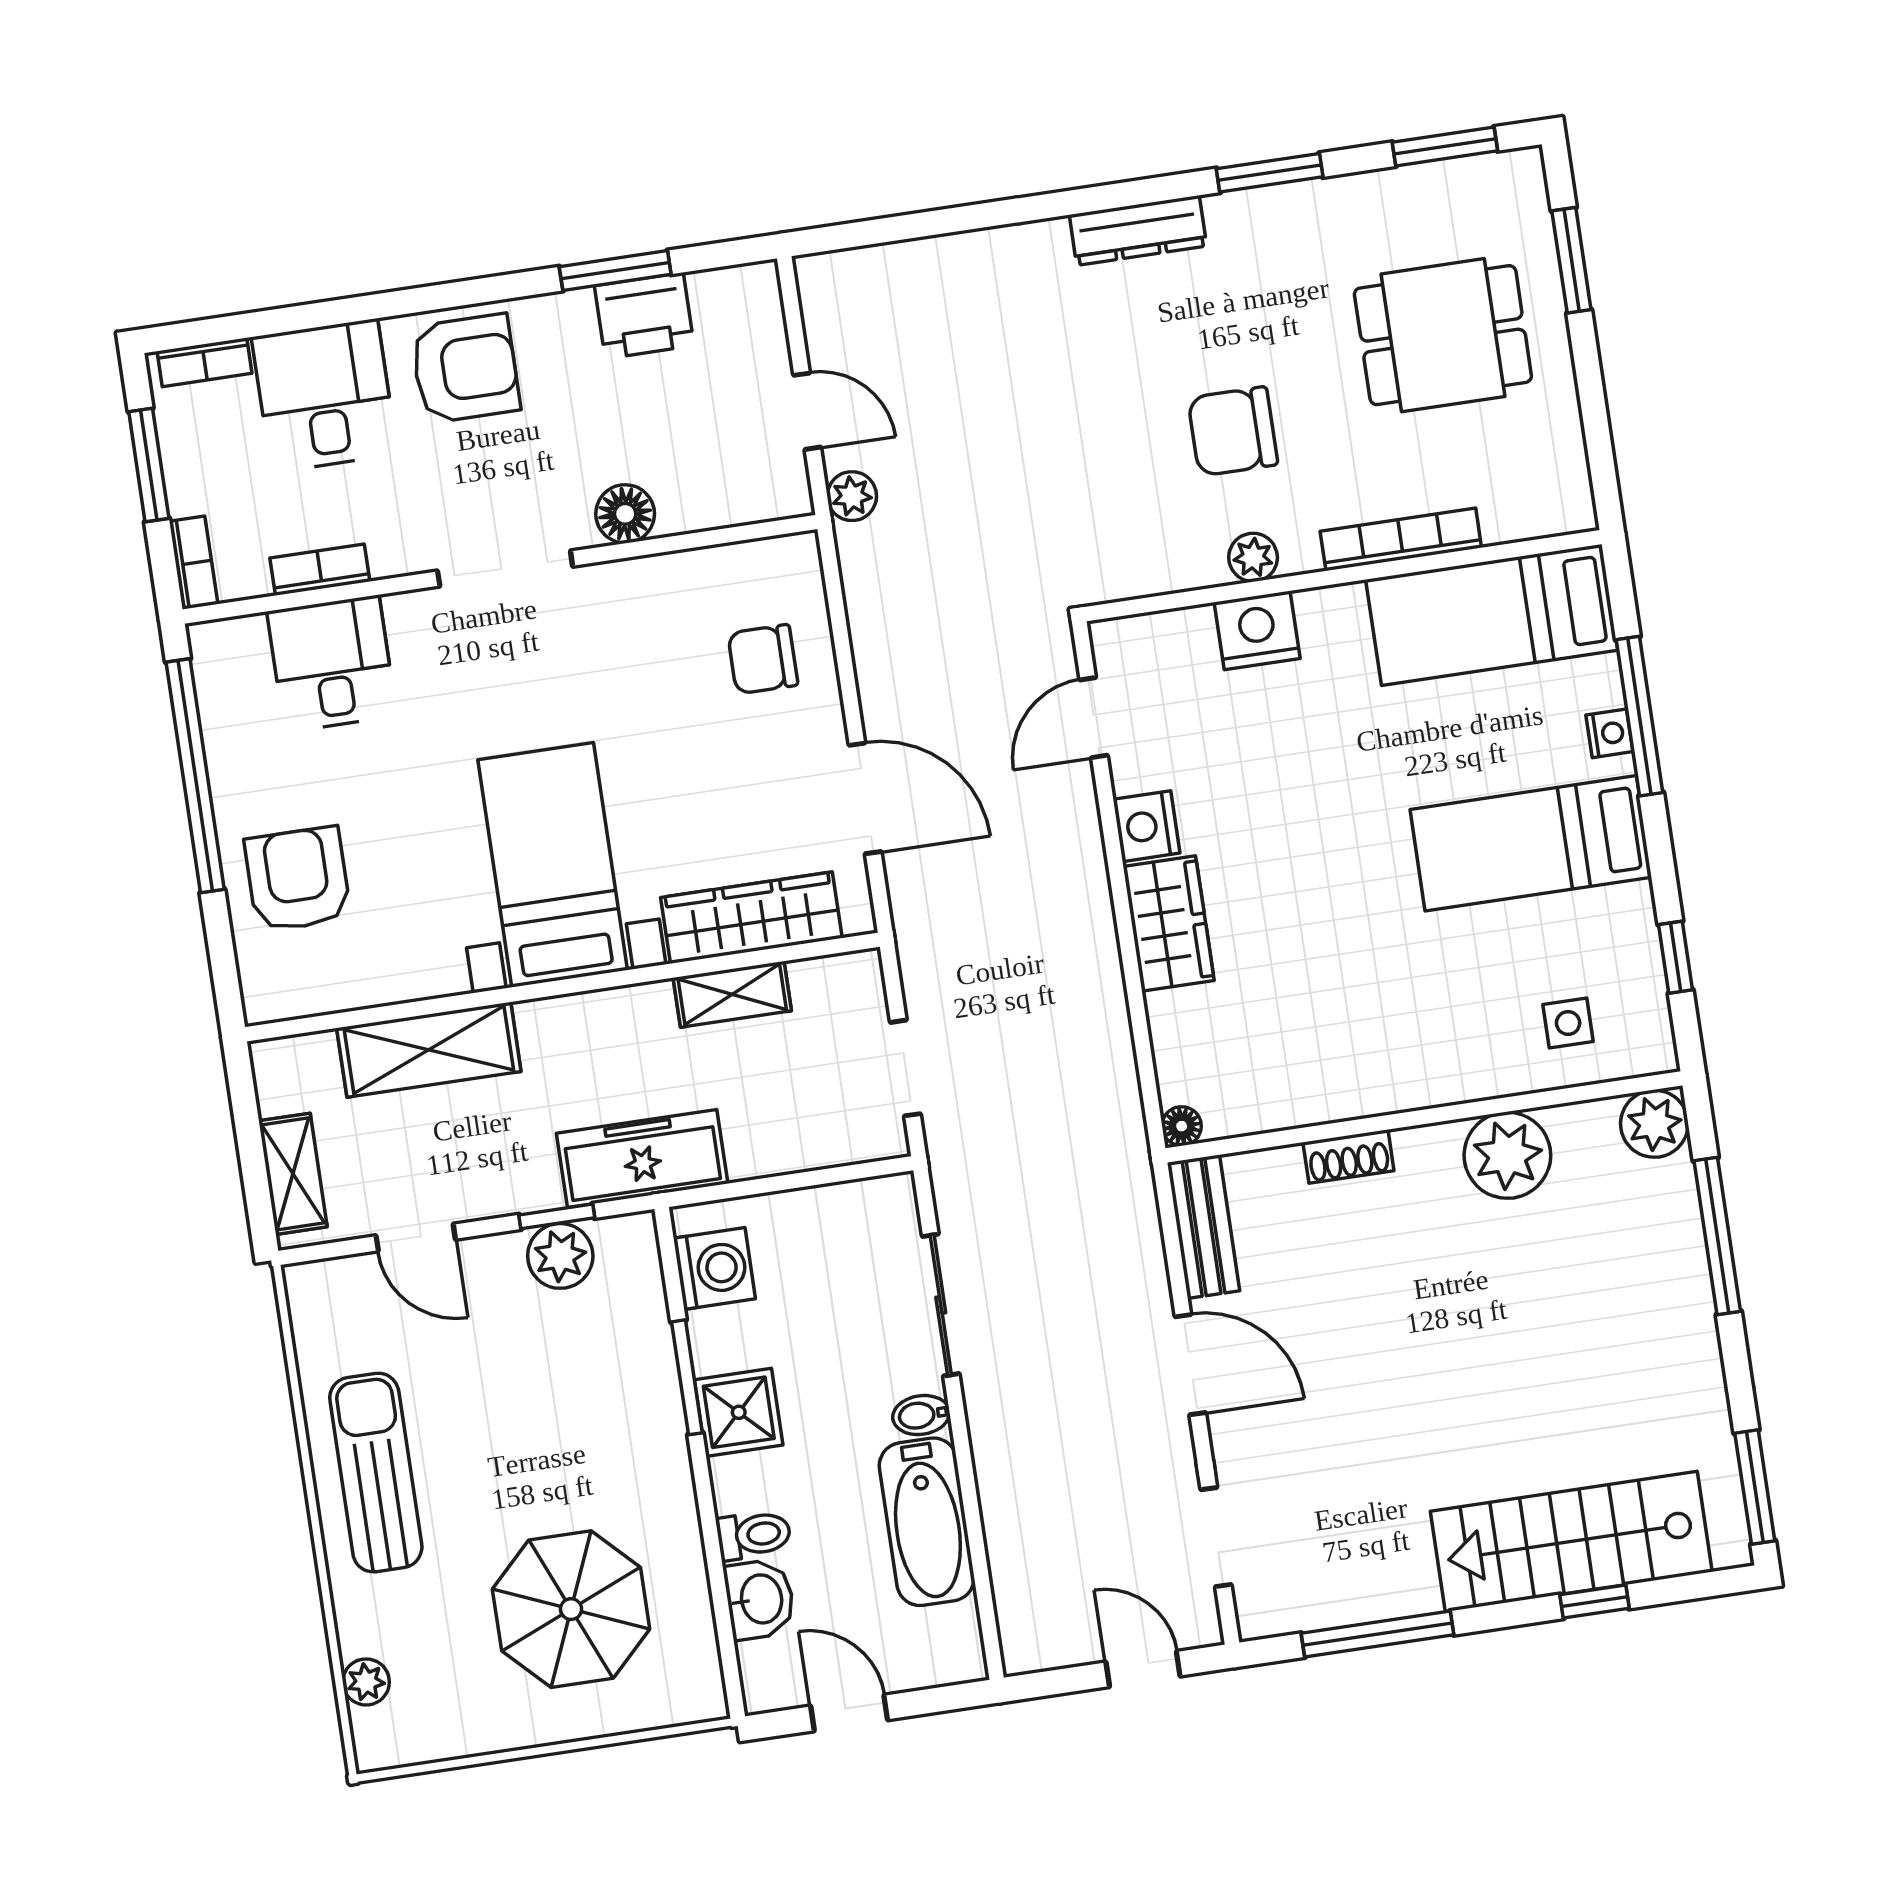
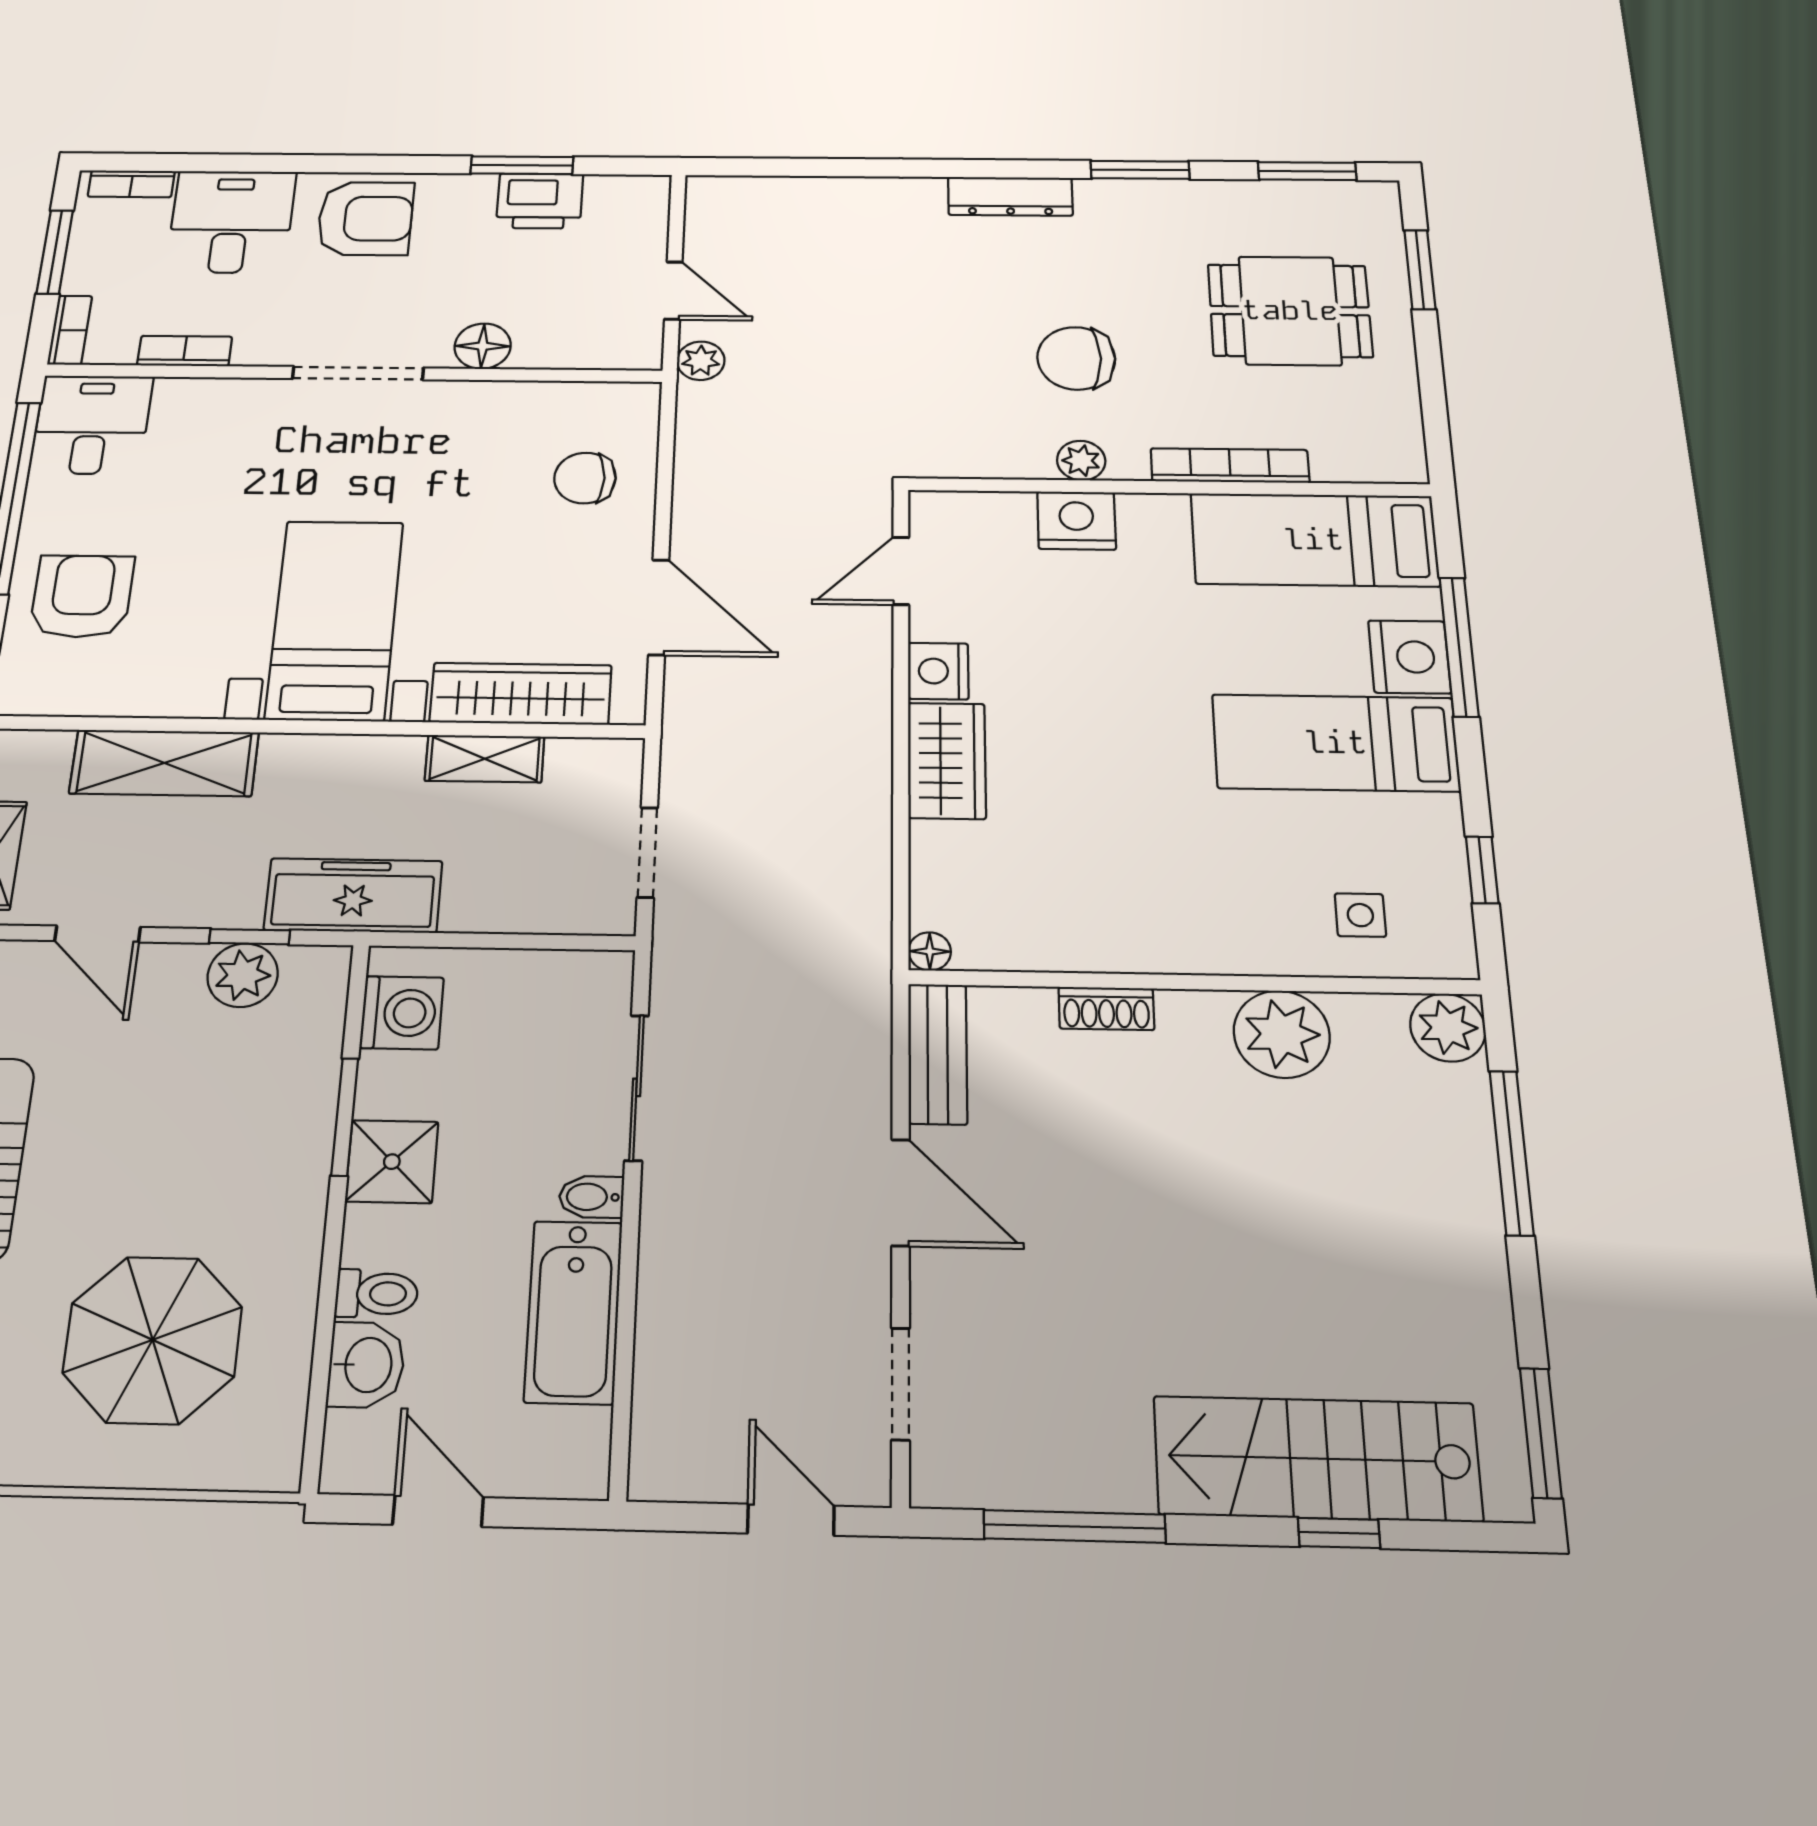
desk: (332, 664) -> (92, 425), moved
nightstand: (1609, 733) -> (1409, 657), width x1.89, depth x1.79

